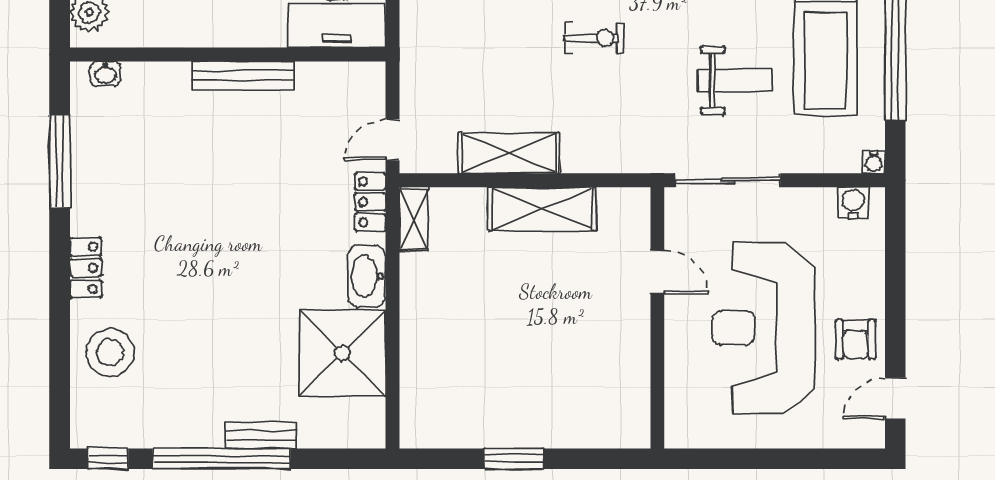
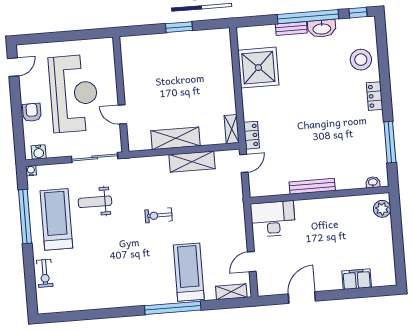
washbasin: (367, 276) -> (322, 28), moved, turned 90
armchair: (856, 339) -> (32, 112), moved

